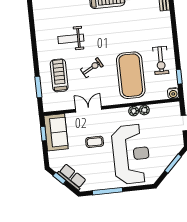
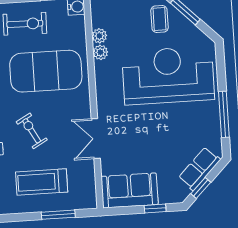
plant: (134, 111) -> (99, 36), moved
window: (43, 134) -> (155, 208), moved
coffee table: (95, 142) -> (159, 19), moved

